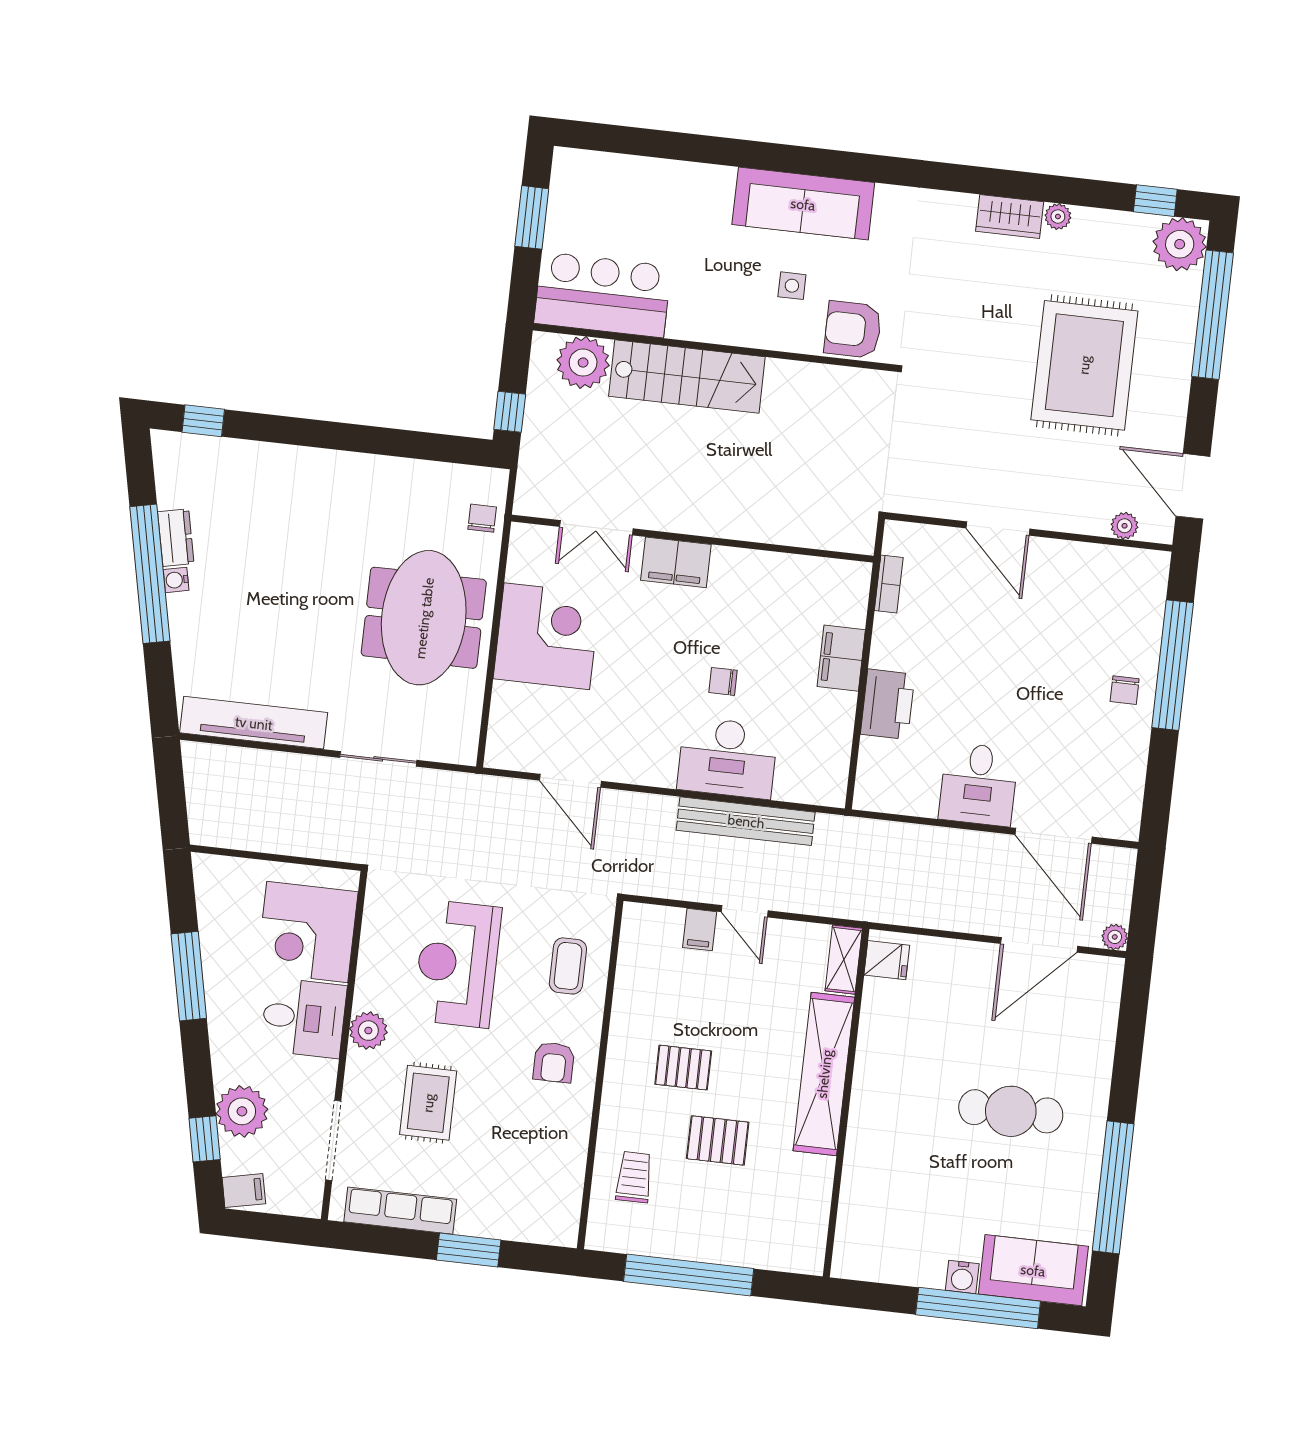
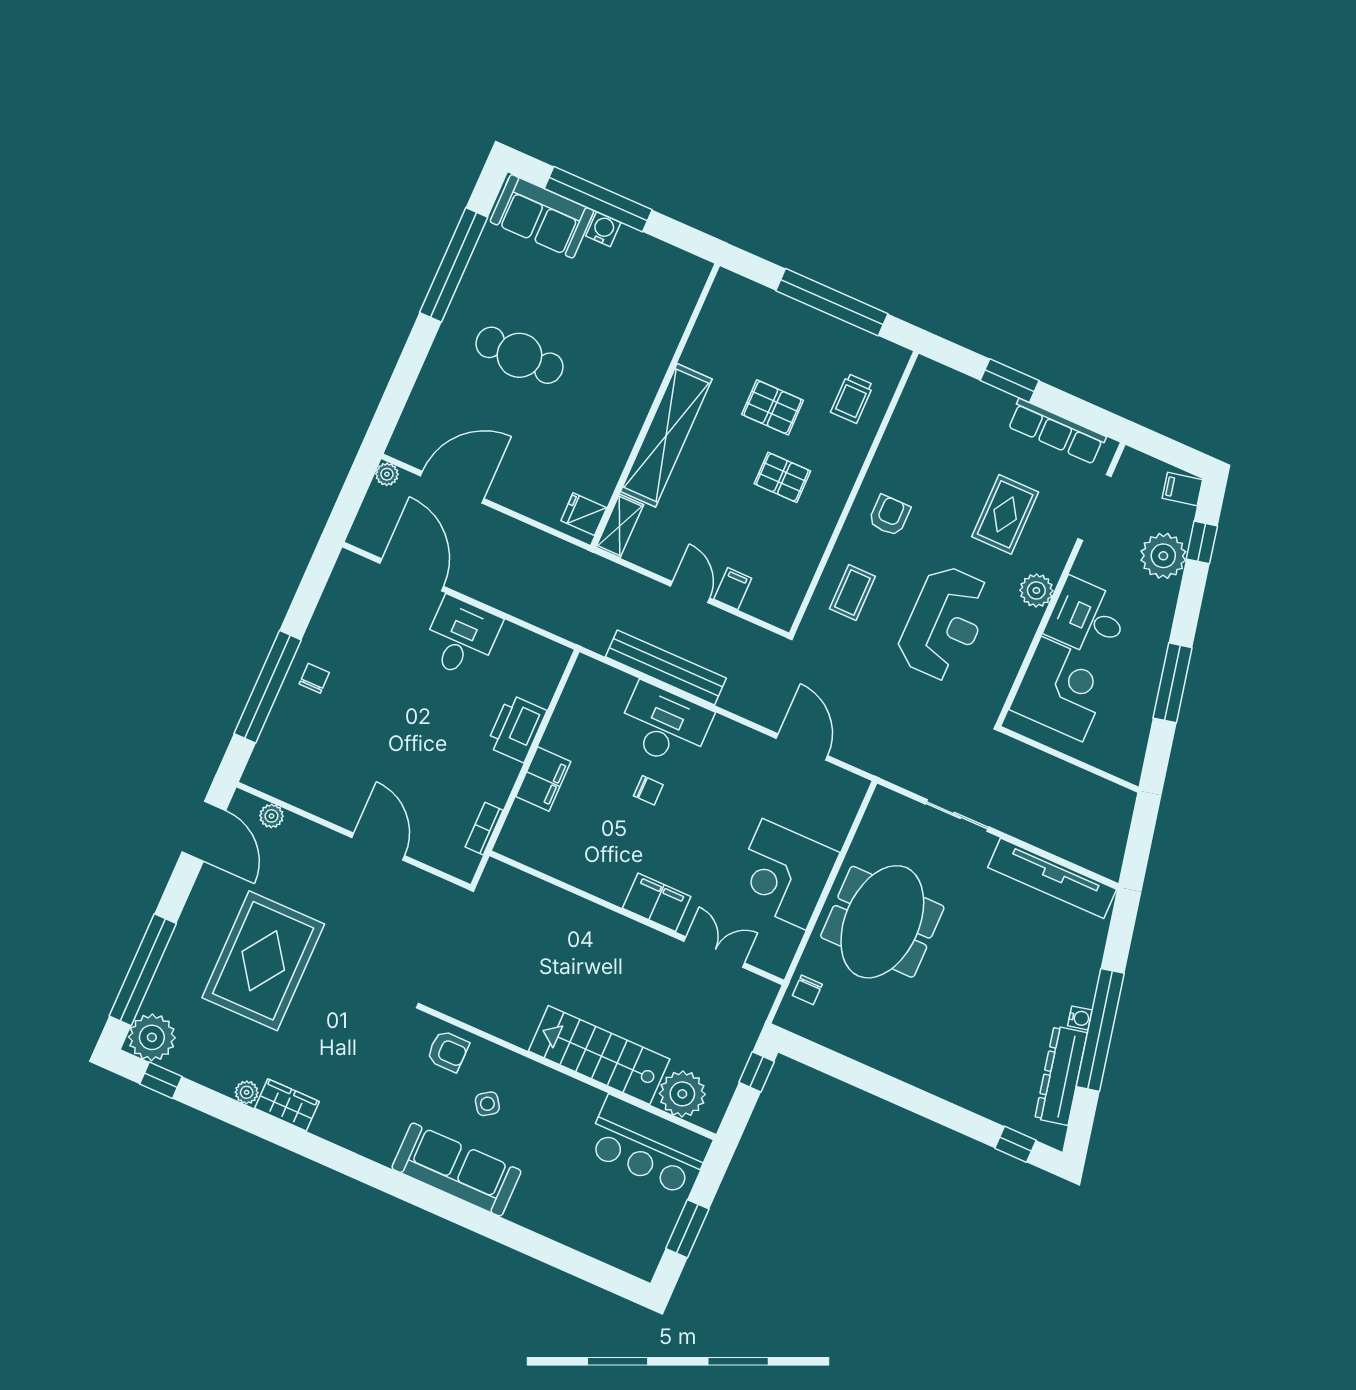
side table: (792, 286) -> (487, 1104), turned -35
armchair: (853, 329) -> (448, 1051), width x0.72, depth x0.72
dresser: (176, 538) -> (1061, 1076), width x1.96, depth x1.24

